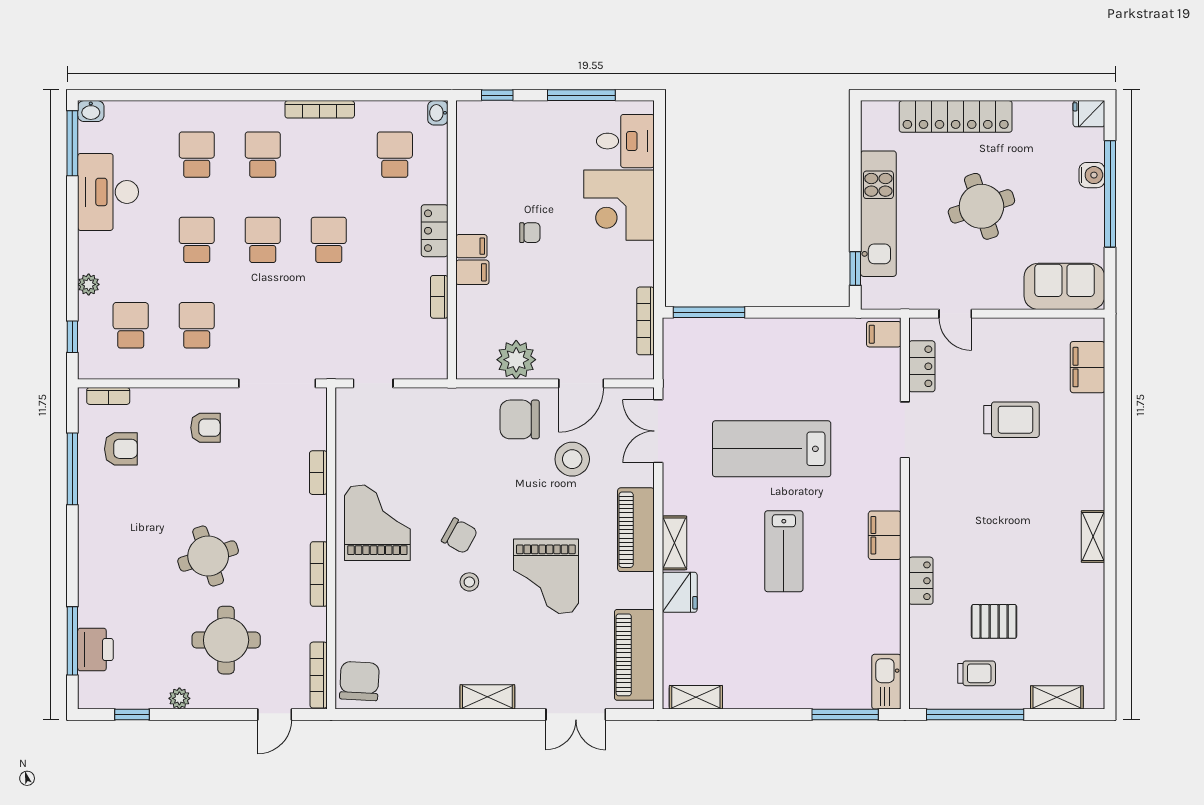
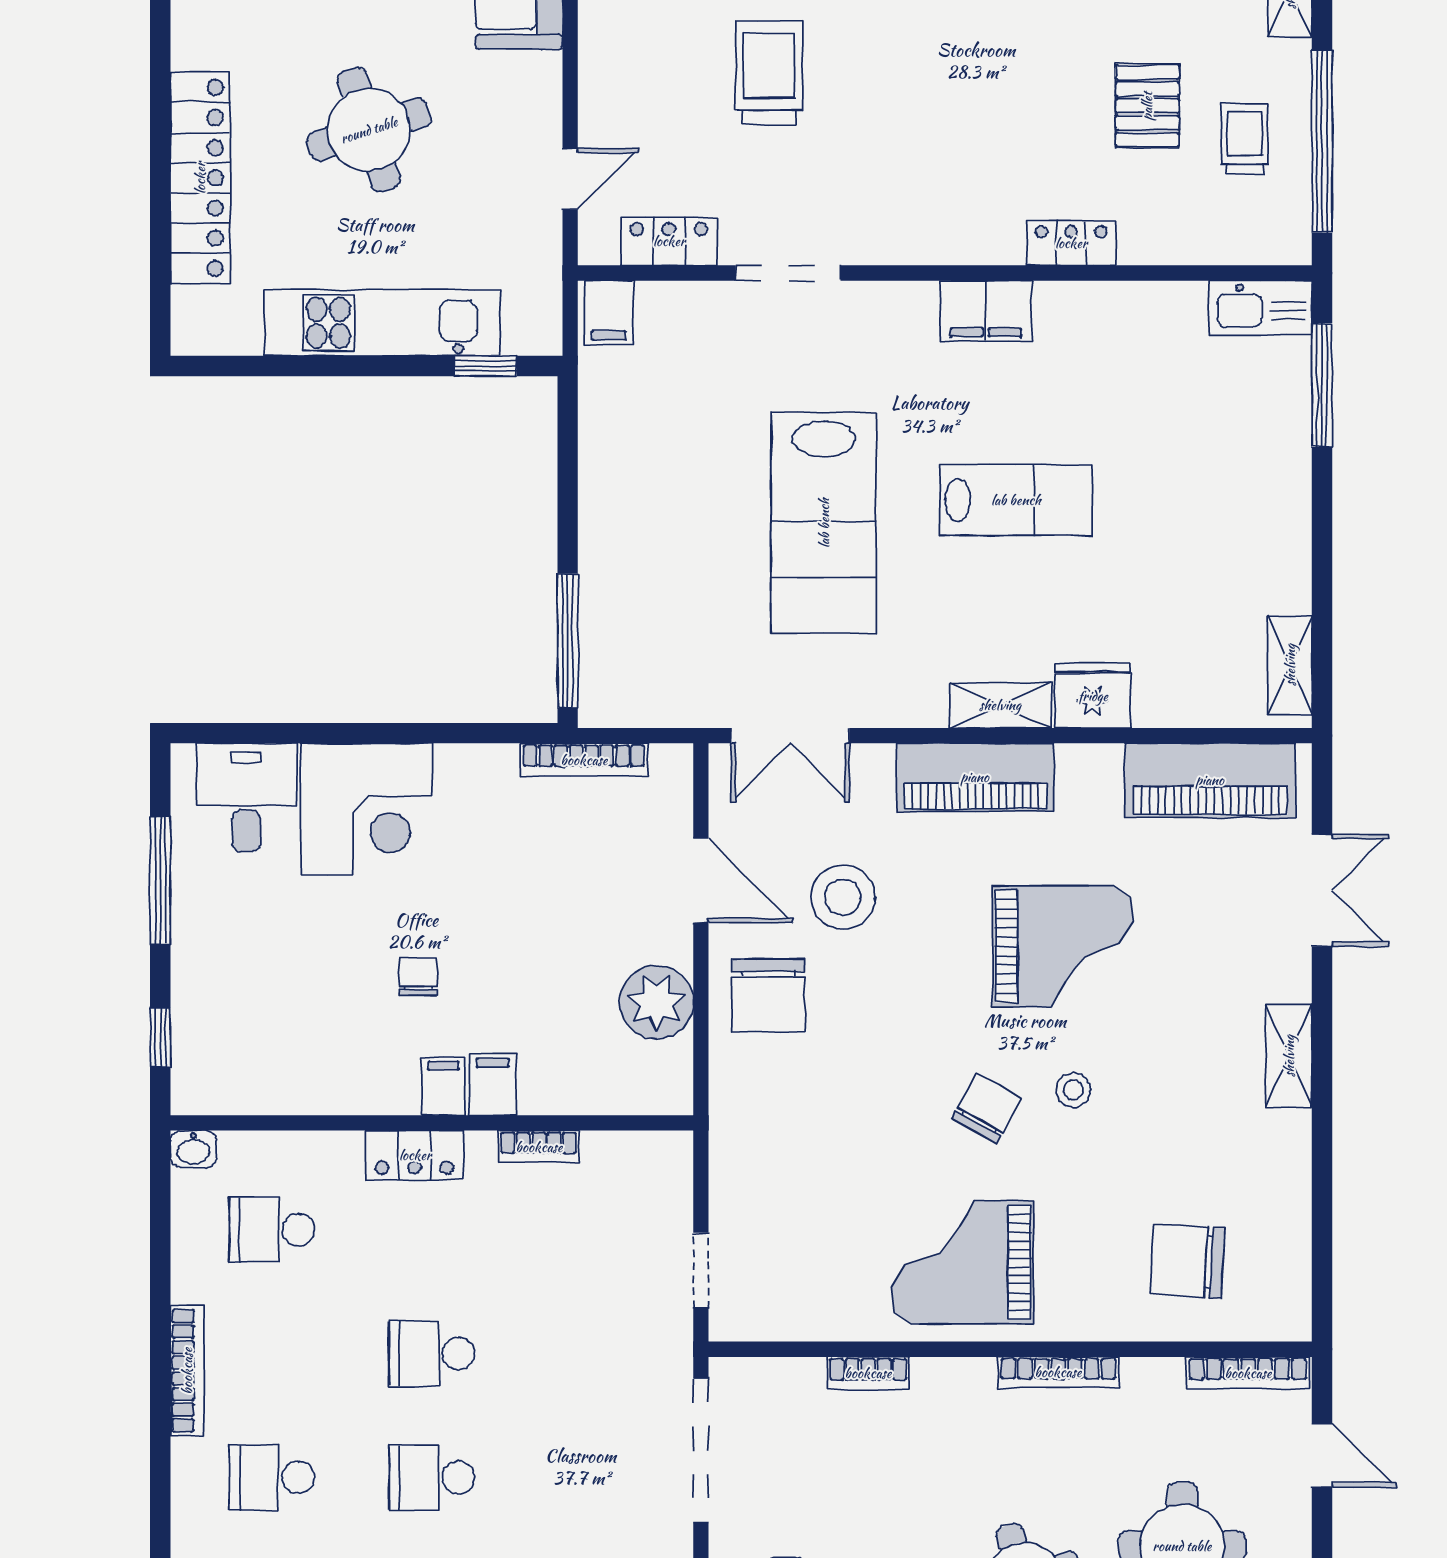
chair: (359, 681) -> (1188, 1261), moved

